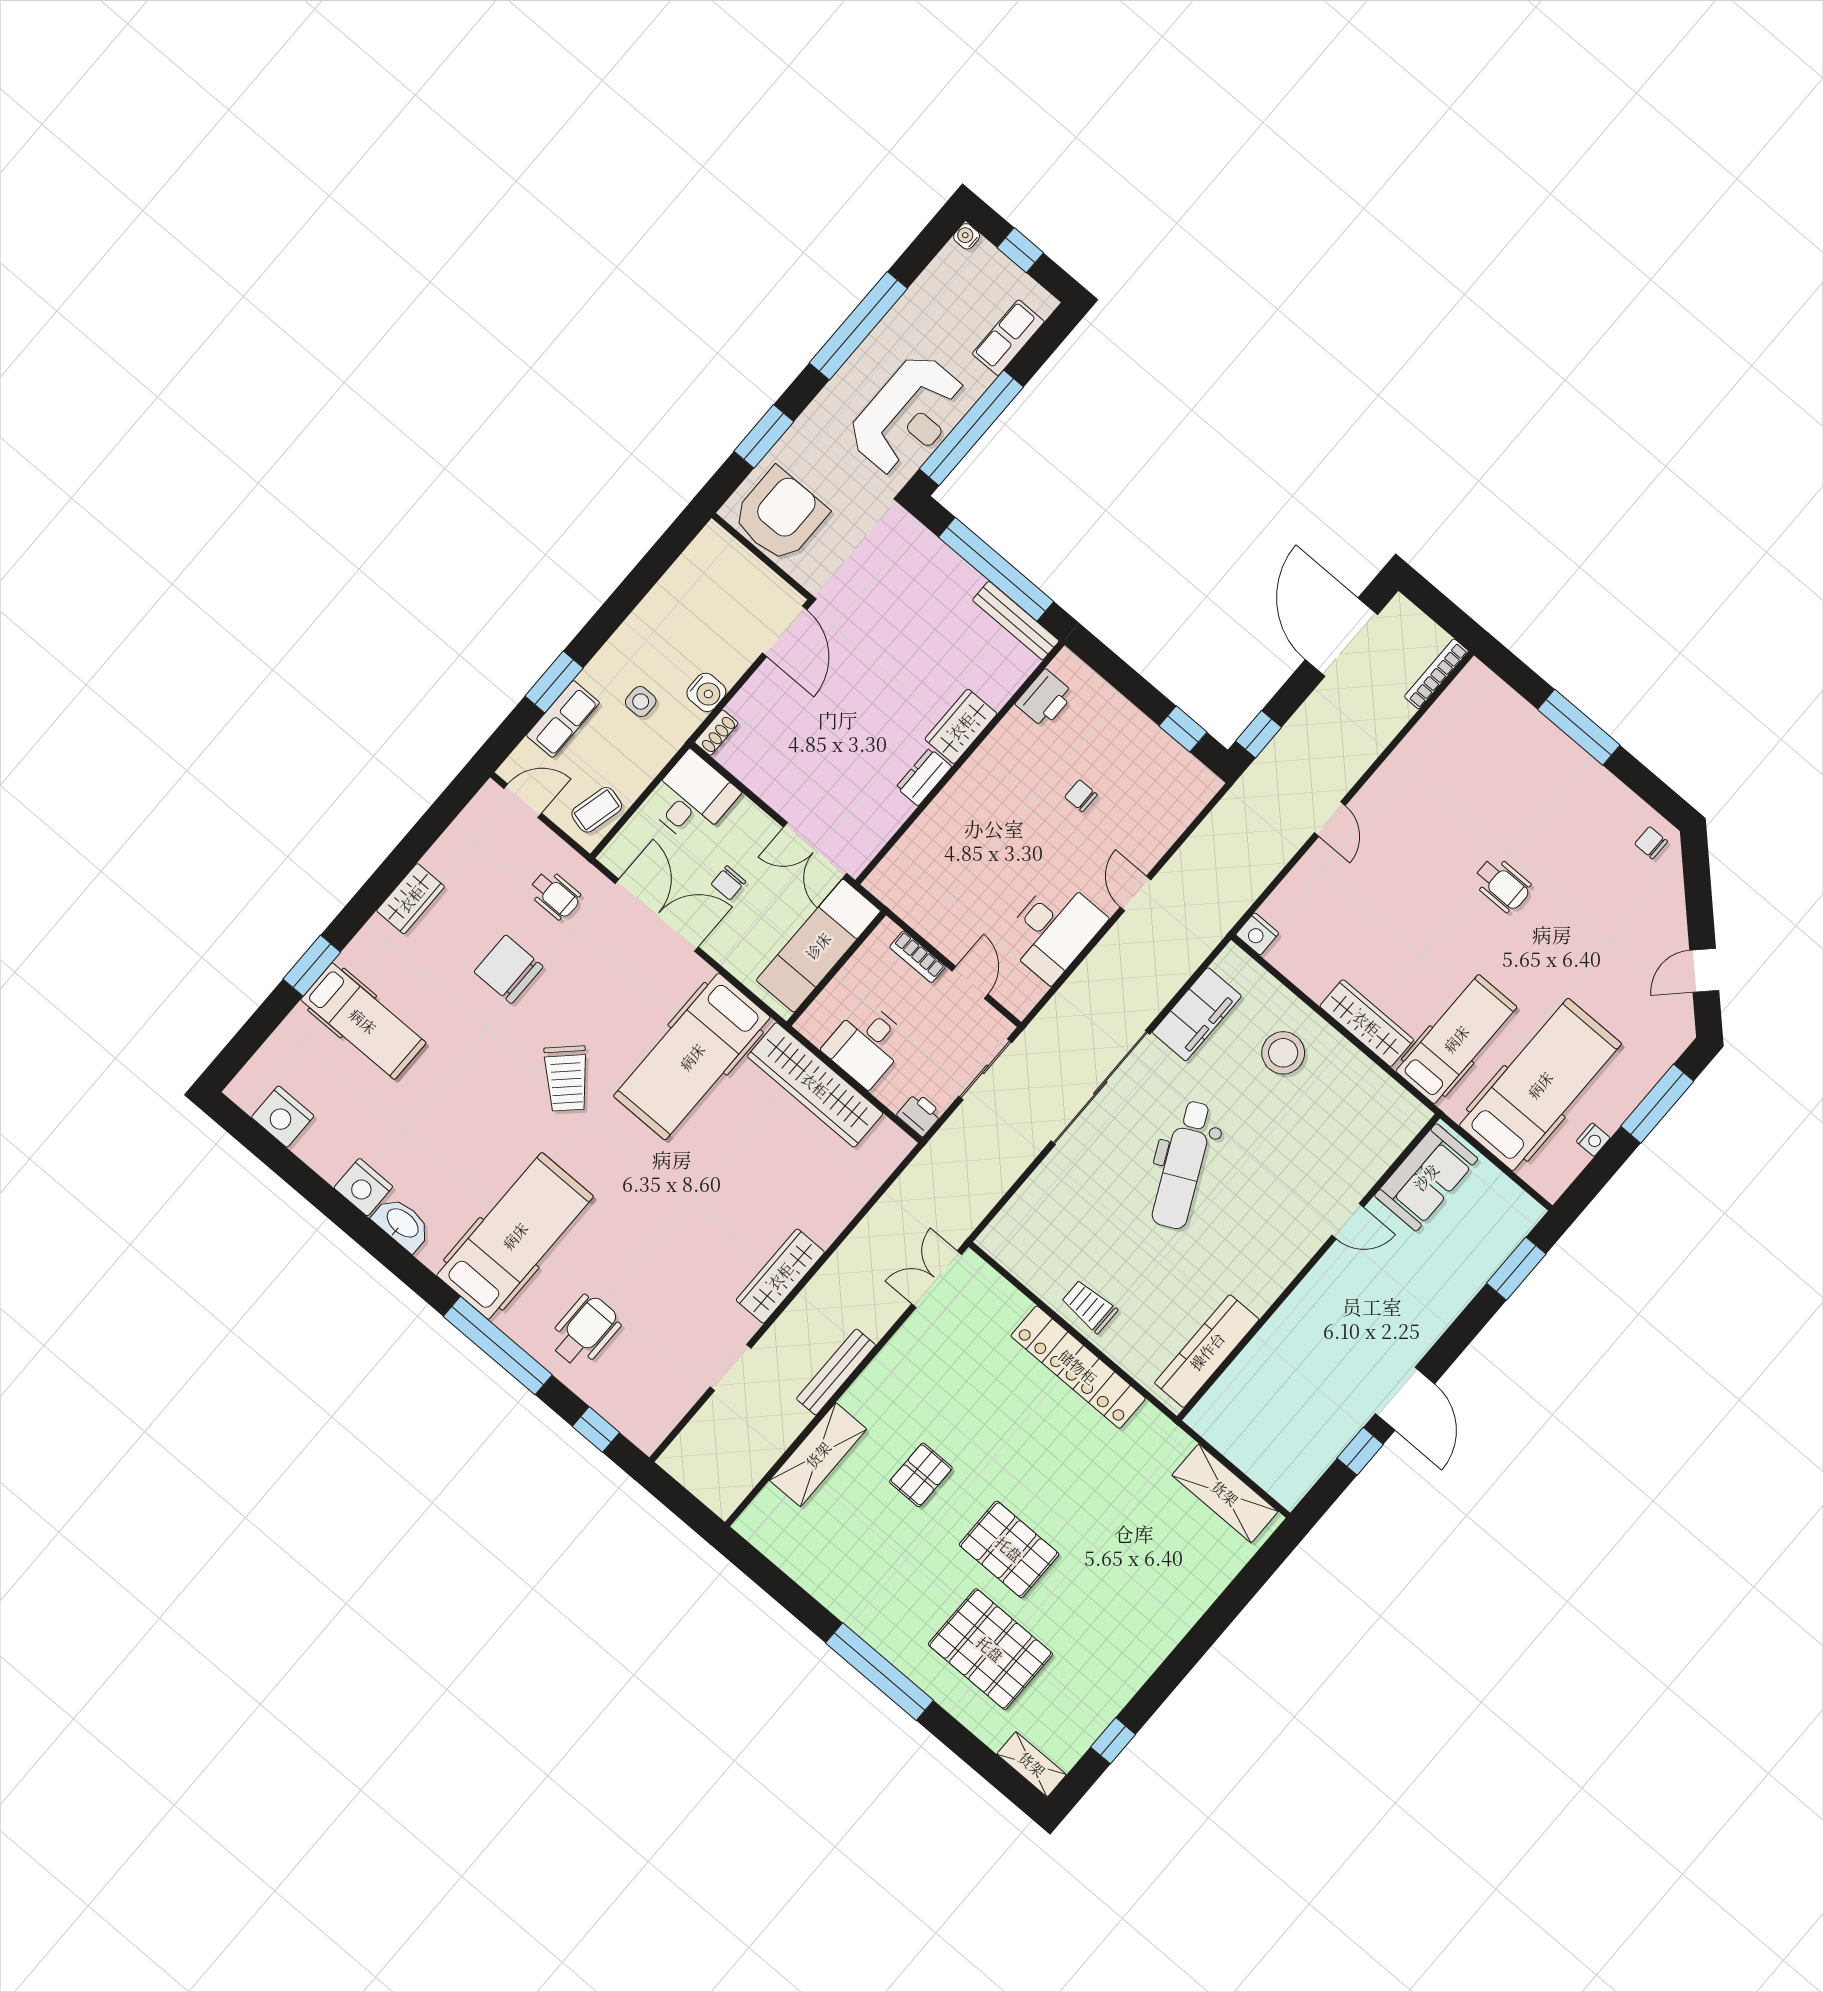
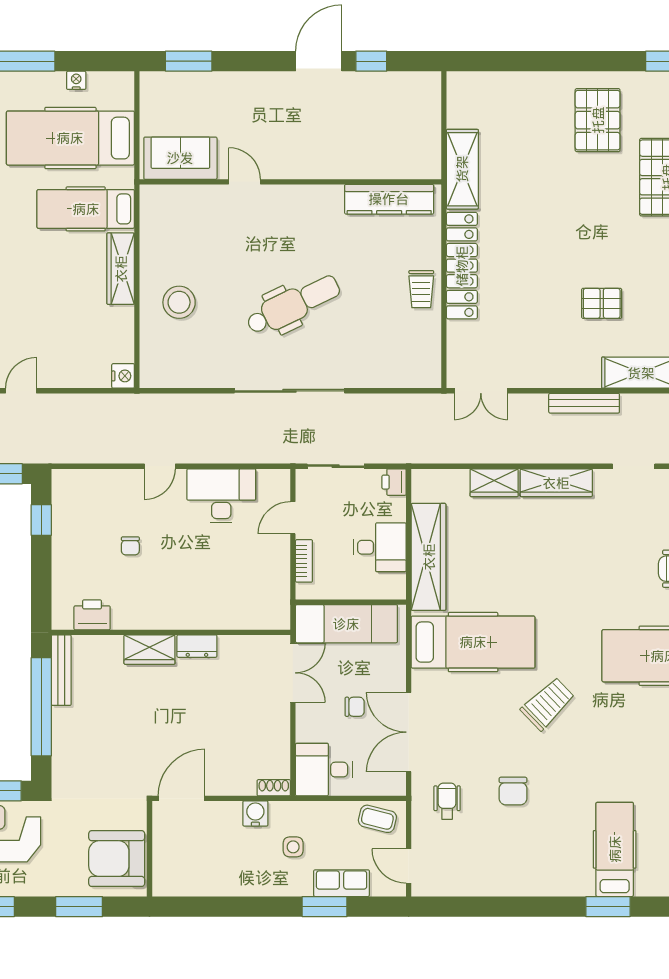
wardrobe: (411, 899) -> (494, 483), moved, turned 180
chair: (509, 969) -> (513, 791), width x0.73, depth x0.73
filing cabinet: (1197, 1014) -> (199, 371), removed
shelving: (1225, 1493) -> (462, 169), moved
pallet: (1009, 1549) -> (598, 120), moved

